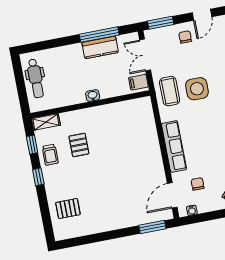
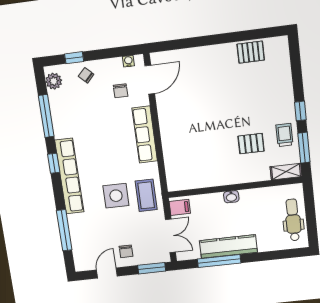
kitchen counter: (100, 47) -> (228, 246), width x1.50
window: (32, 145) -> (304, 148), width x1.50
pallet: (79, 145) -> (251, 144), turned 90
pallet: (68, 209) -> (251, 52), moved
window: (152, 227) -> (174, 45), removed

